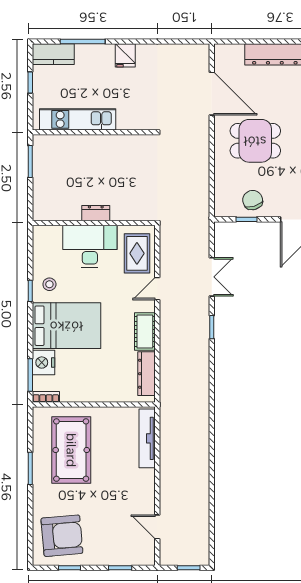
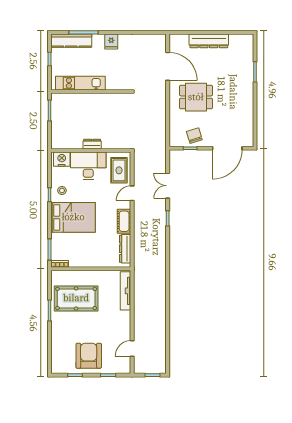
kitchen counter: (53, 54) -> (71, 41), width x1.50
double door: (212, 277) -> (168, 186), swing flipped
nightstand: (44, 363) -> (62, 159), moved, turned 90
pool table: (71, 450) -> (76, 298), turned 90
door: (157, 527) -> (132, 348), hinge flipped
armchair: (62, 536) -> (89, 356), moved, turned -85

